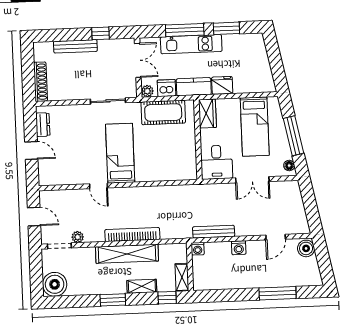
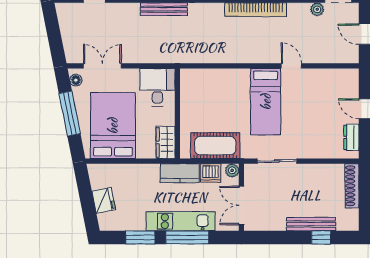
window: (100, 33) -> (321, 237), moved
fridge: (222, 85) -> (104, 200), moved, turned -101
bed: (255, 127) -> (113, 126), width x1.50
double door: (252, 180) -> (102, 66), moved

